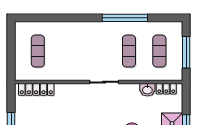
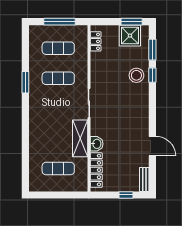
window: (125, 18) -> (25, 82), width x0.47
shelving: (68, 73) -> (80, 138), added
washbasin: (147, 90) -> (97, 144), moved

